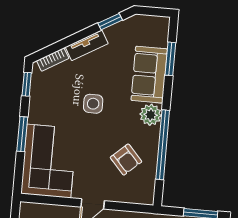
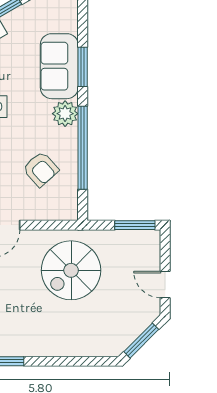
window: (170, 59) -> (83, 67), moved

